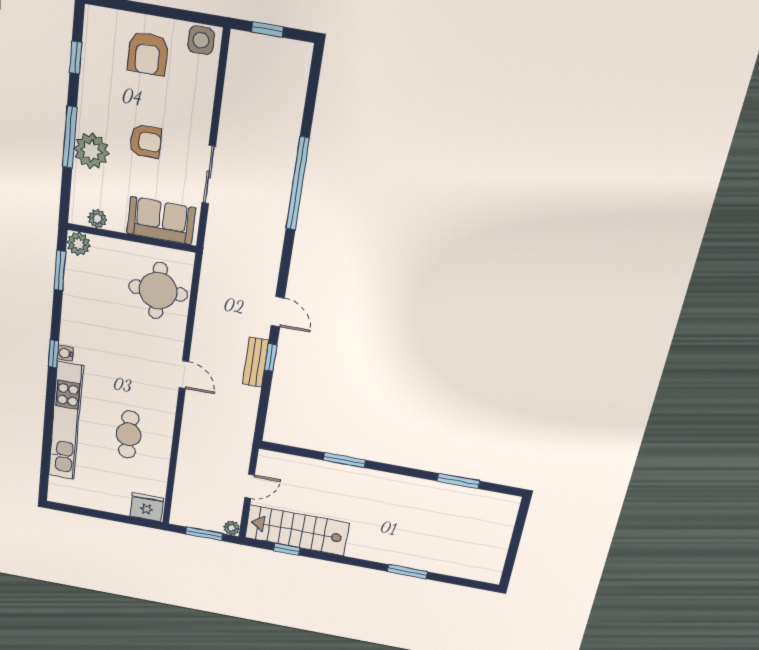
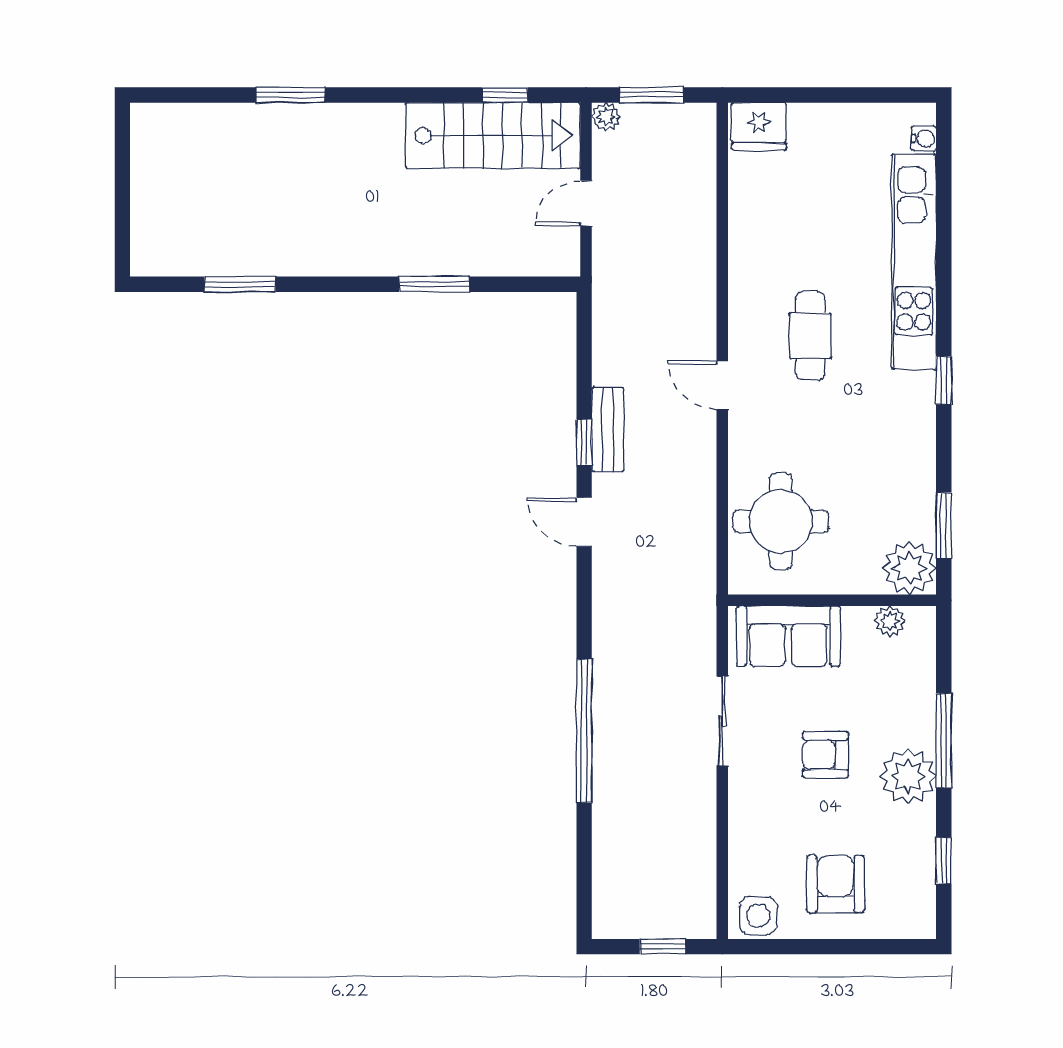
plant: (91, 151) -> (908, 776), moved
plant: (79, 244) -> (909, 568), width x1.36, depth x1.36
water cooler: (65, 353) -> (924, 139), moved
cafe table: (129, 435) -> (810, 336), moved

